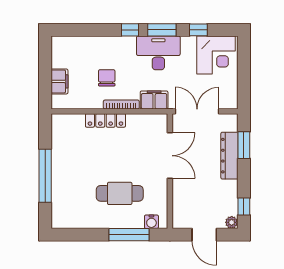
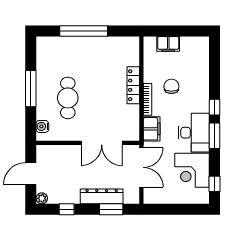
window: (198, 30) -> (214, 184), moved
corner desk: (216, 55) -> (192, 170), moved
chair: (107, 78) -> (171, 86), turned -90
window: (244, 207) -> (67, 209), moved
window: (129, 235) -> (31, 89), moved

